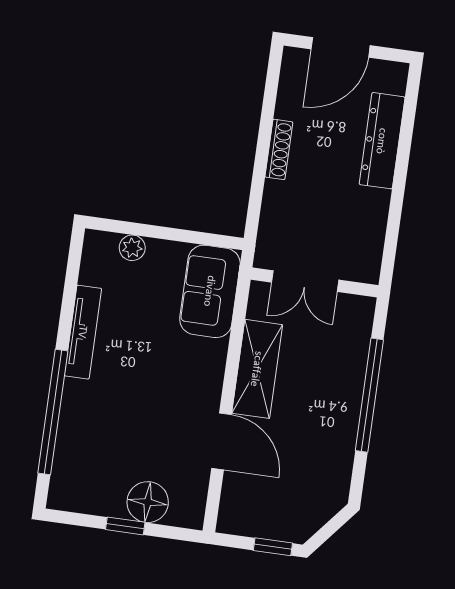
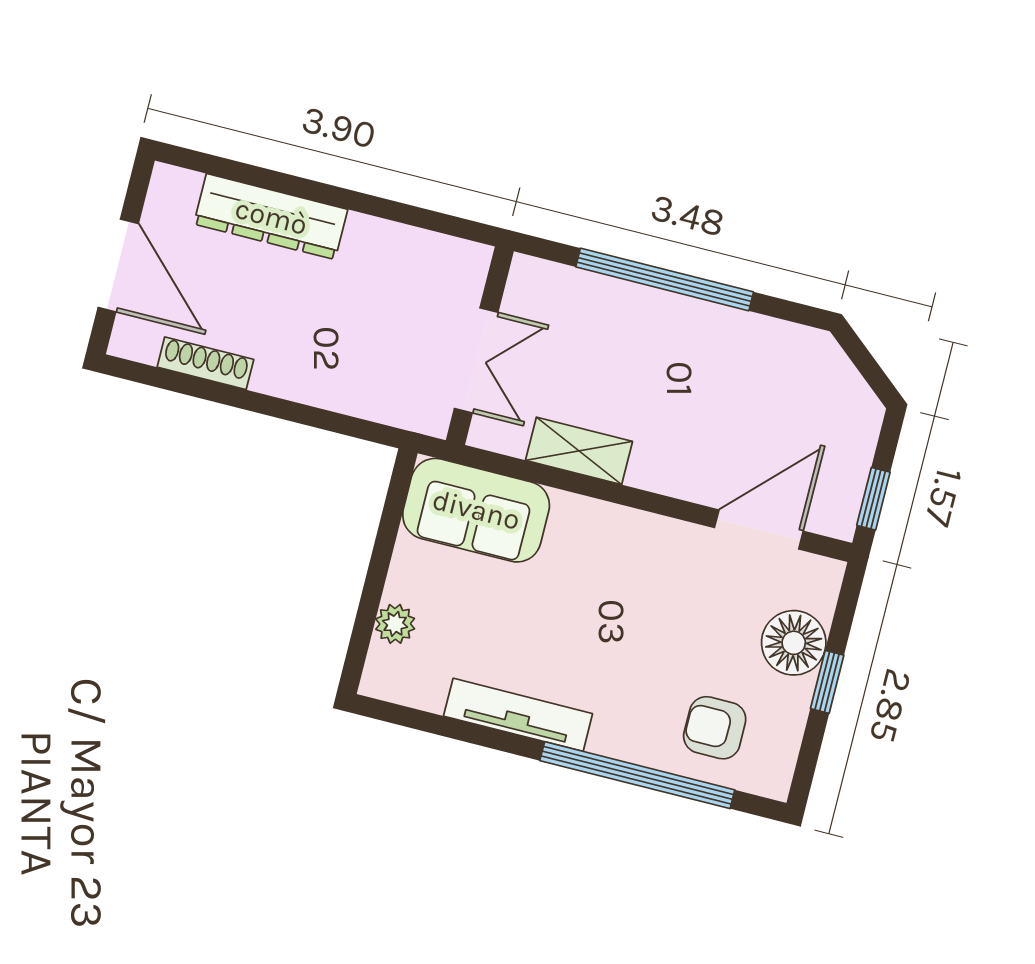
shoe rack: (279, 149) -> (205, 363), moved
shelving: (257, 369) -> (579, 451), width x0.67, depth x0.75
door: (222, 441) -> (759, 529), moved
armchair: (88, 458) -> (715, 728), added
window: (273, 547) -> (873, 499), moved

